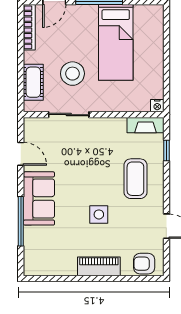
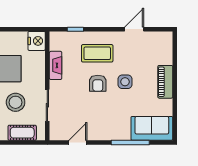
nightstand: (157, 106) -> (37, 41), width x1.89, depth x1.79
fireplace: (145, 125) -> (56, 65), moved
sofa: (39, 198) -> (152, 128), moved
armchair: (144, 264) -> (98, 83), moved

